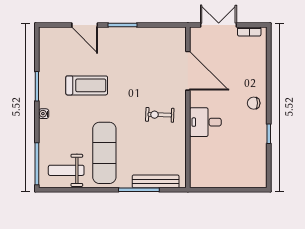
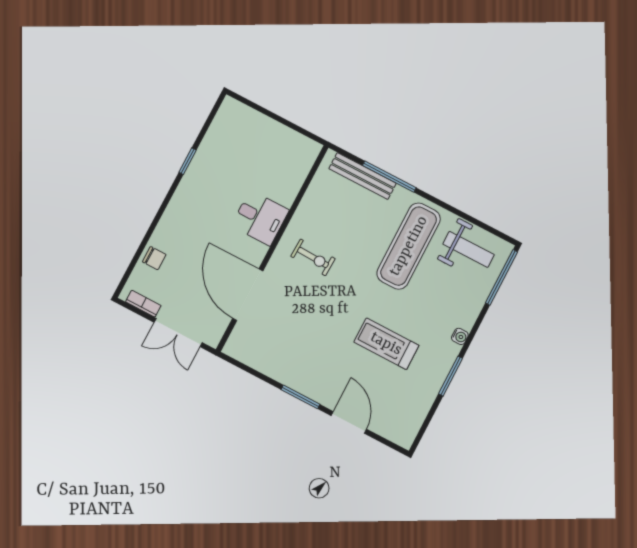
chair: (254, 103) -> (154, 258), moved

